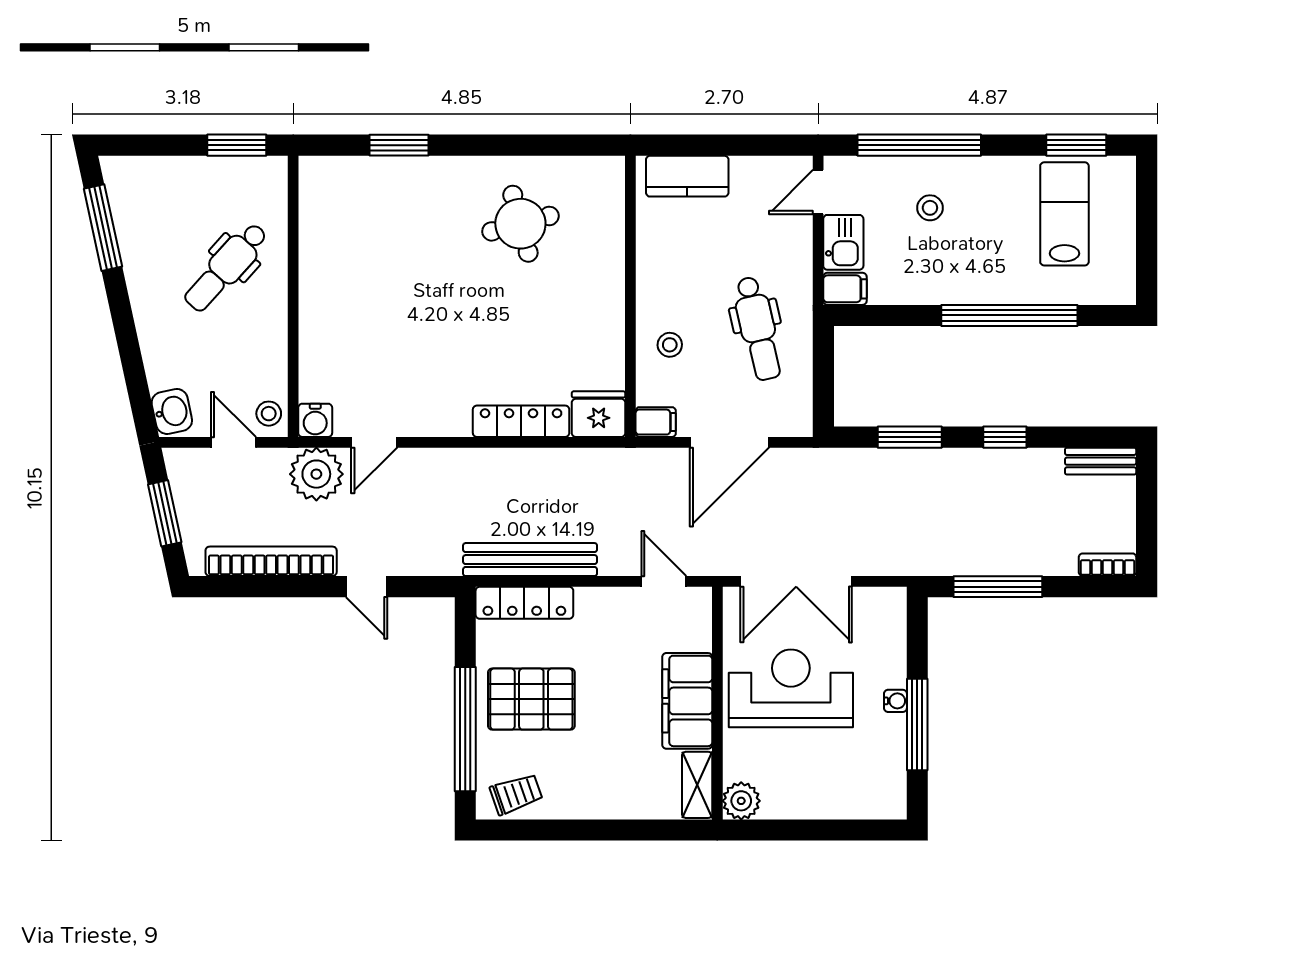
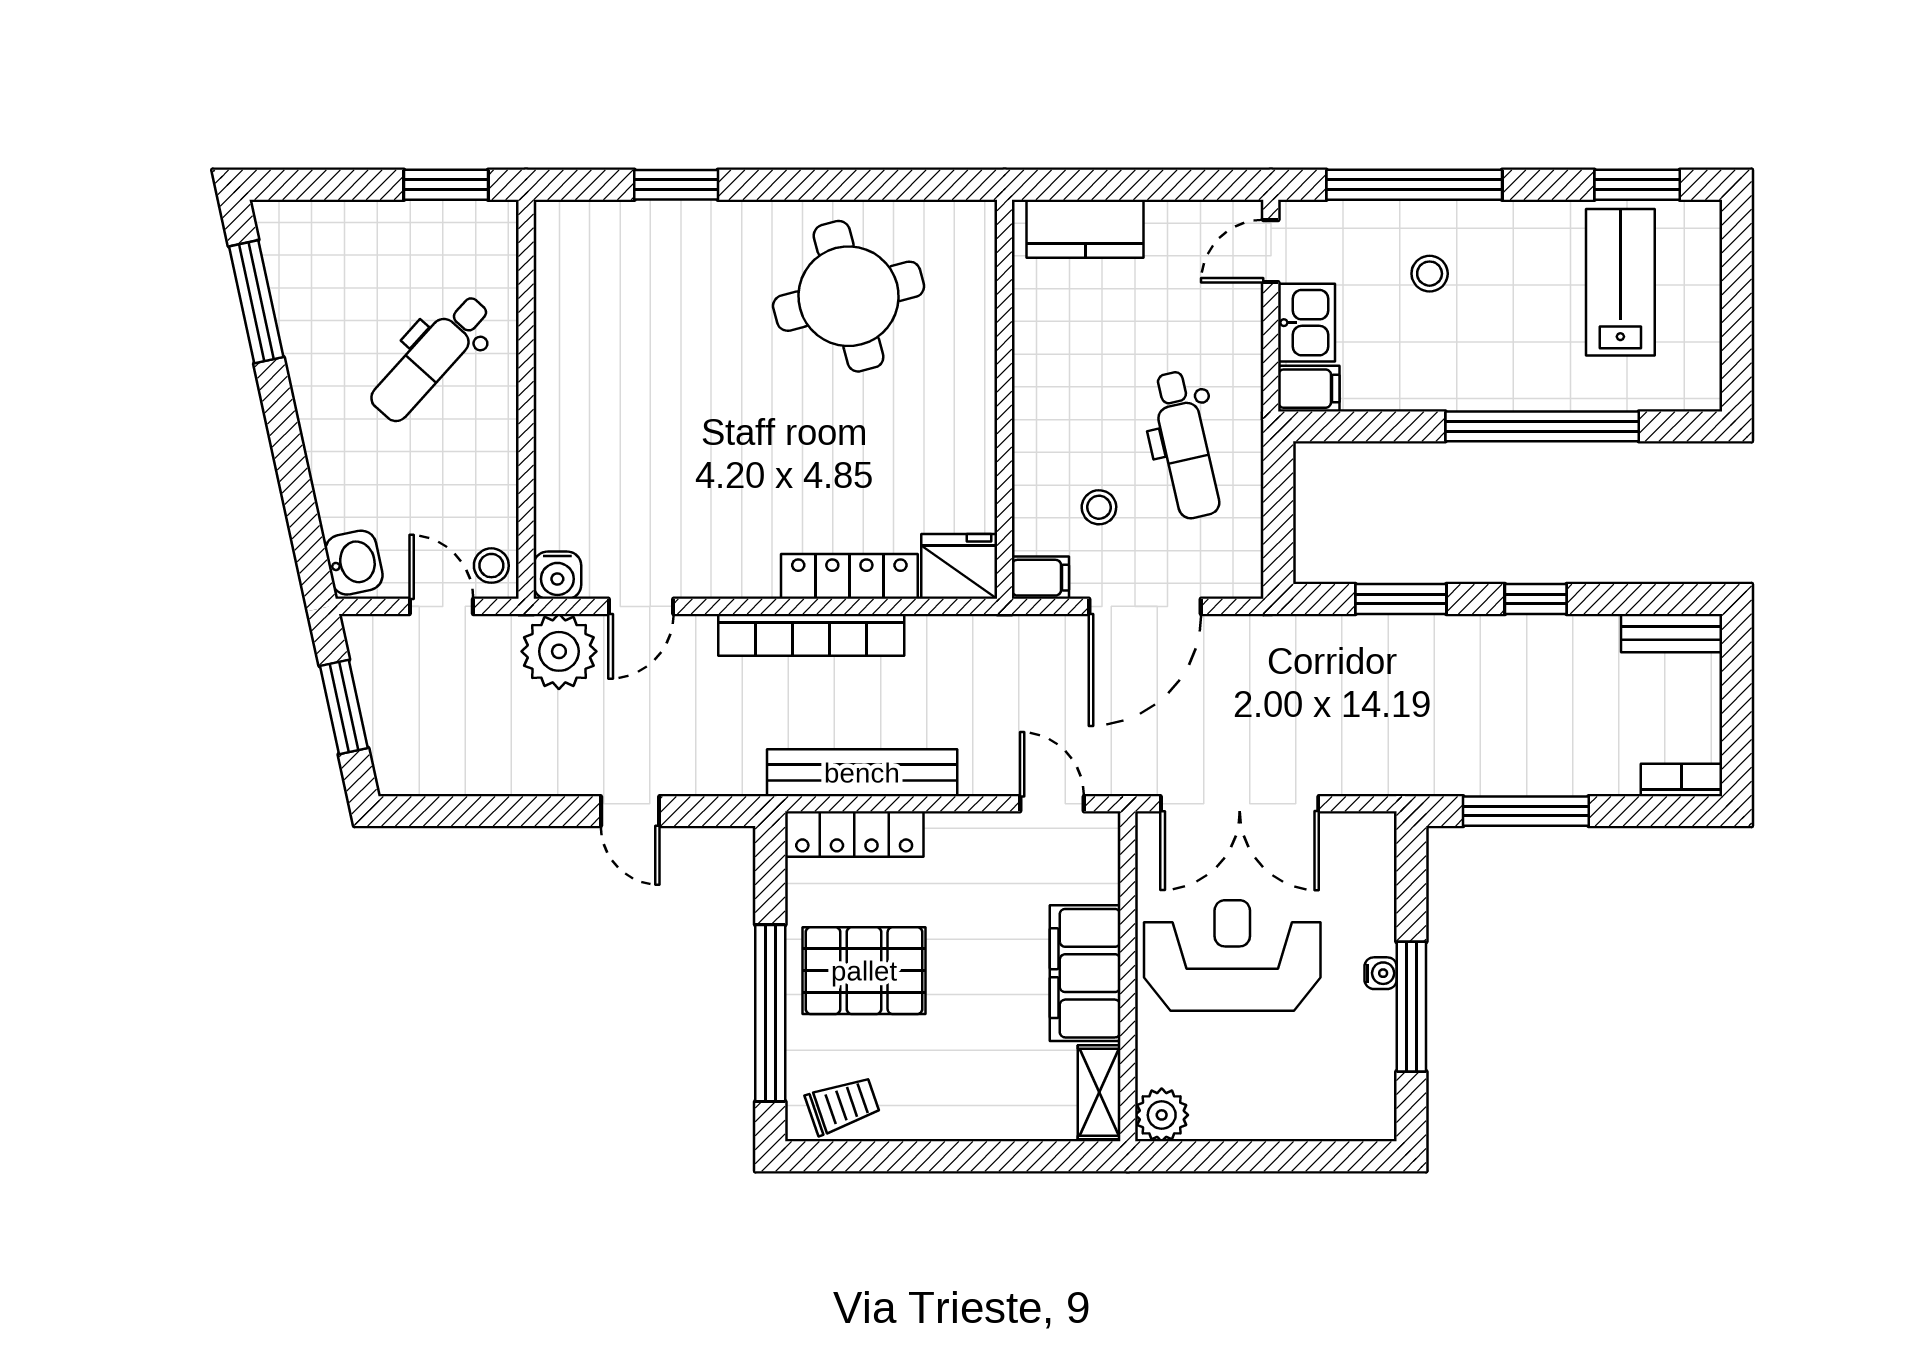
round table: (520, 224) -> (849, 296), width x1.36, depth x1.36
stool: (670, 345) -> (1099, 507), moved
bookcase: (271, 561) -> (811, 635), moved, turned 180

